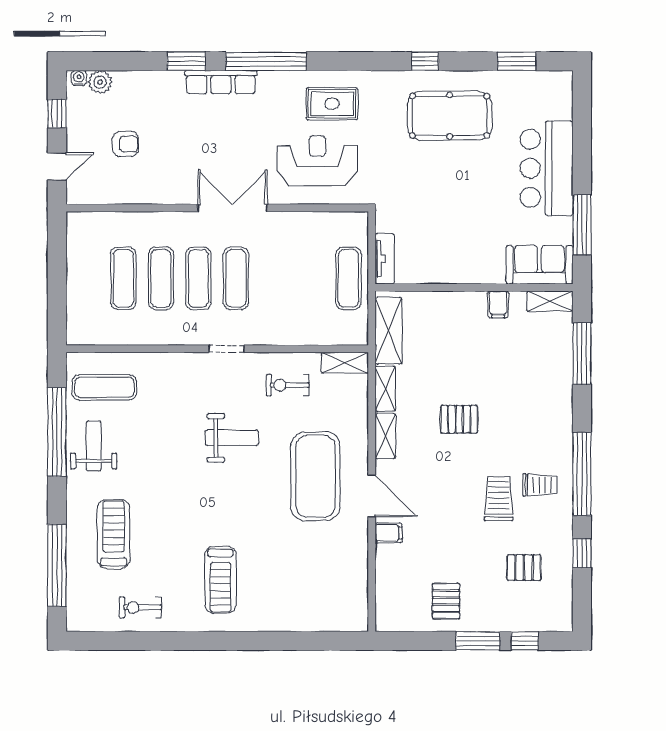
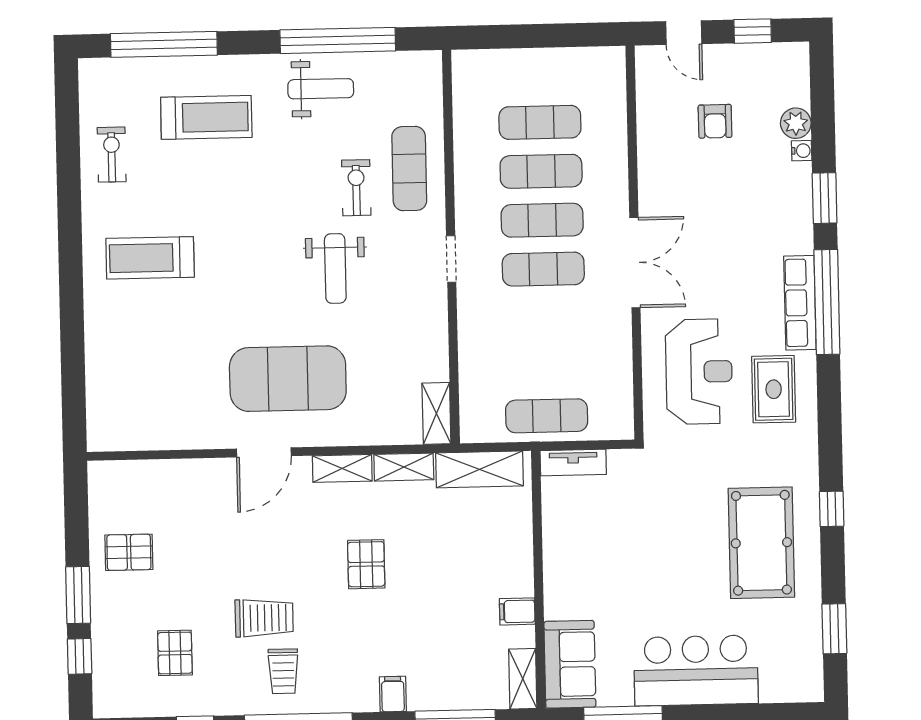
water cooler: (79, 78) -> (802, 151), moved
plant: (100, 82) -> (796, 123), moved
row of seats: (221, 82) -> (800, 303), moved
exercise bike: (288, 385) -> (356, 188), moved
exercise mat: (104, 387) -> (409, 169), moved
filing cabinet: (389, 533) -> (393, 694), moved, turned 180

